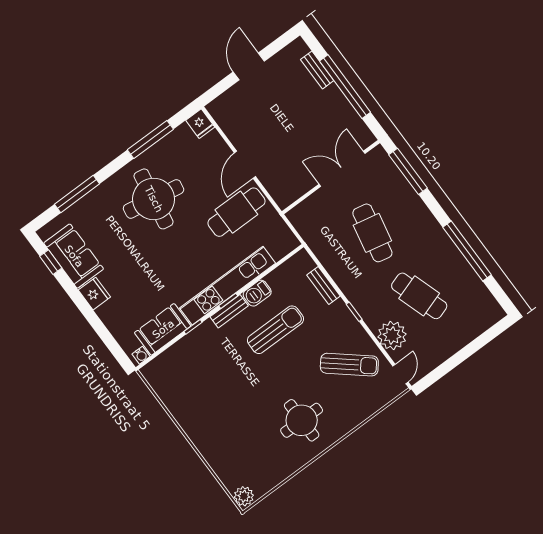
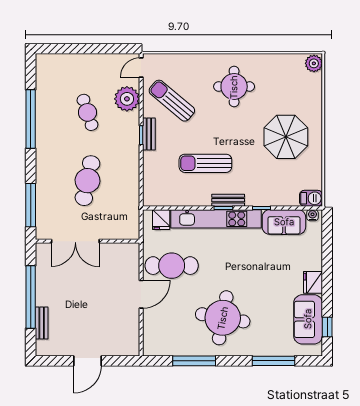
fridge: (200, 124) -> (161, 220), moved, turned 180
bench: (324, 285) -> (149, 134), moved
barbecue: (257, 293) -> (311, 198), moved
cafe table: (419, 296) -> (87, 112), width x0.73, depth x0.74
parasol: (219, 409) -> (286, 137), added

